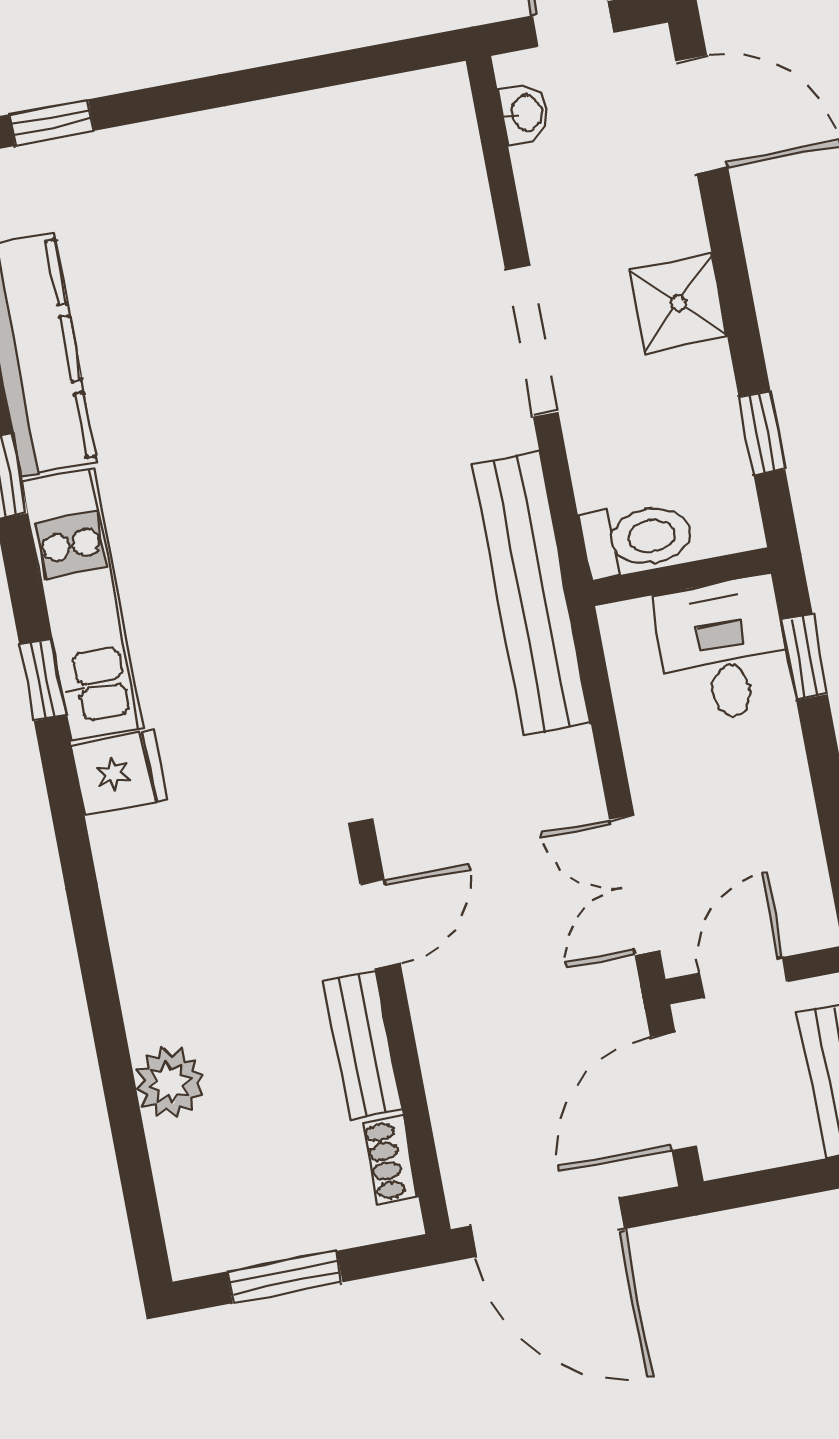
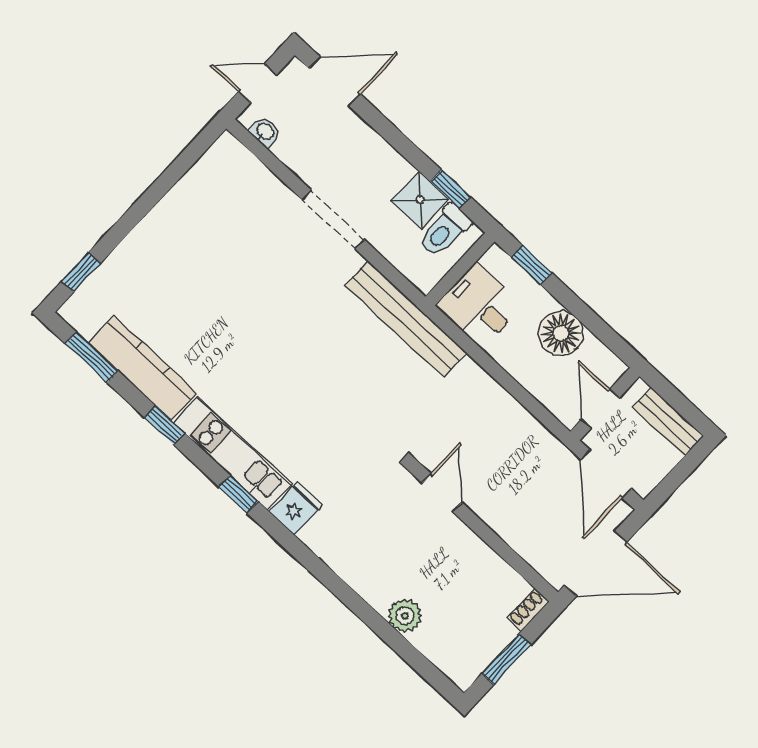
shower: (678, 303) -> (420, 200), moved
toilet: (637, 539) -> (445, 231), moved, turned 180
desk: (723, 650) -> (479, 306), moved
floor lamp: (770, 805) -> (561, 333), added
double door: (635, 885) -> (531, 404), removed
bench: (362, 1045) -> (470, 546), removed
shoe rack: (391, 1160) -> (528, 610), moved, turned 90

